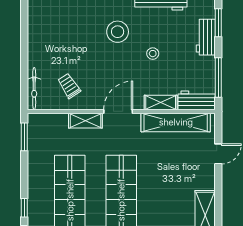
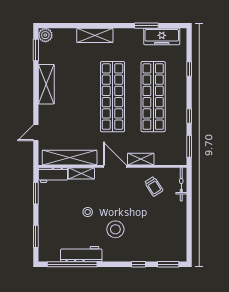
workbench: (206, 37) -> (46, 225), removed
window: (218, 78) -> (36, 193), width x0.69
door: (118, 111) -> (115, 166), swing flipped
window: (24, 208) -> (189, 116), moved

